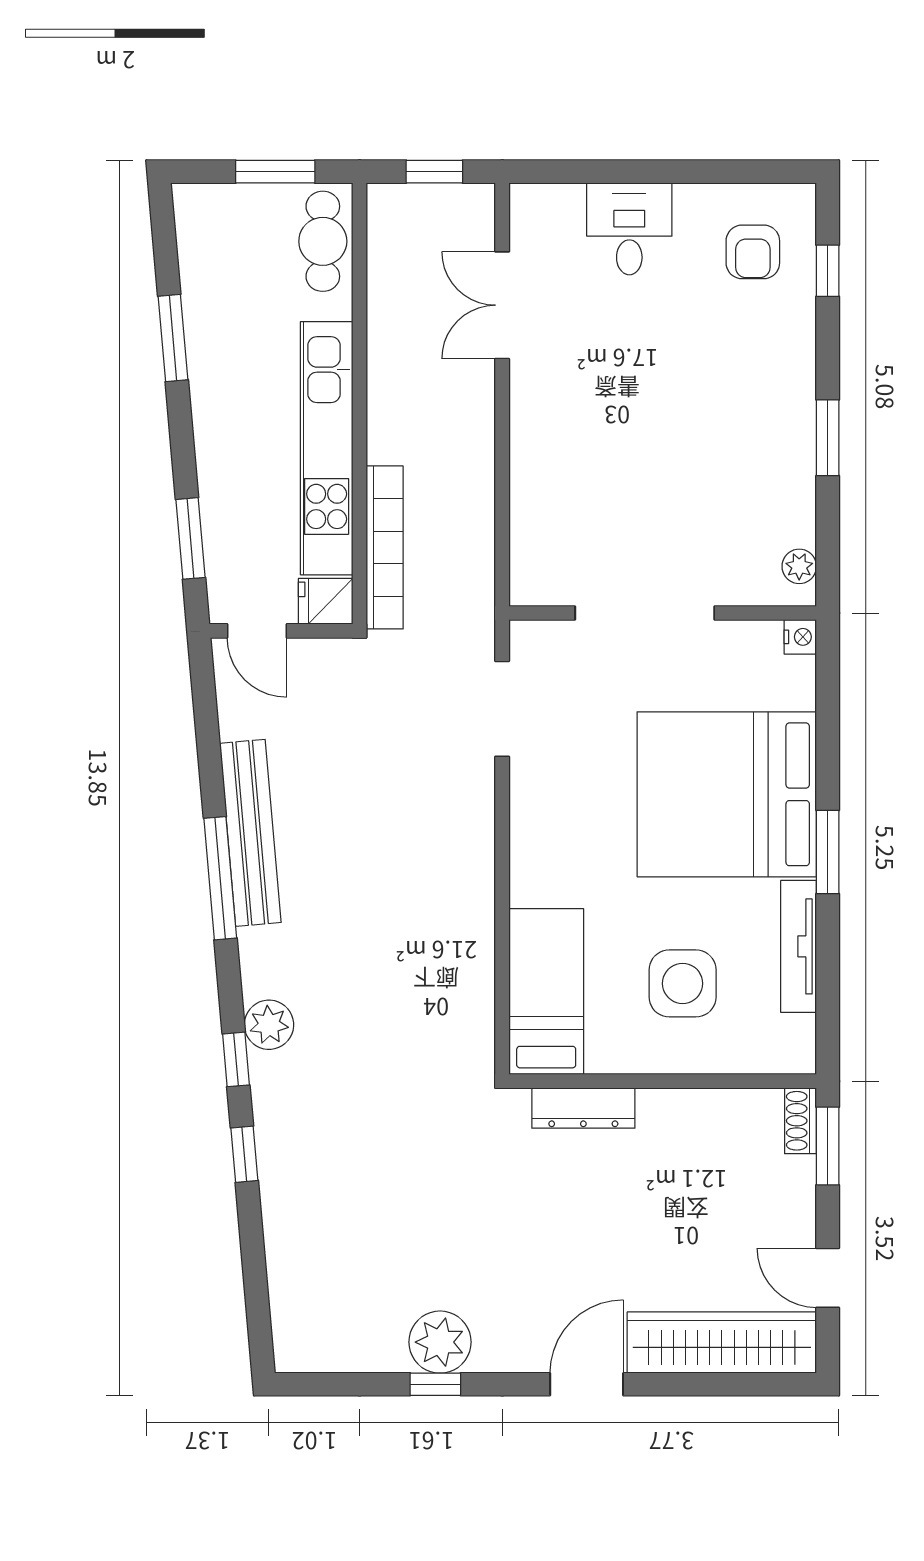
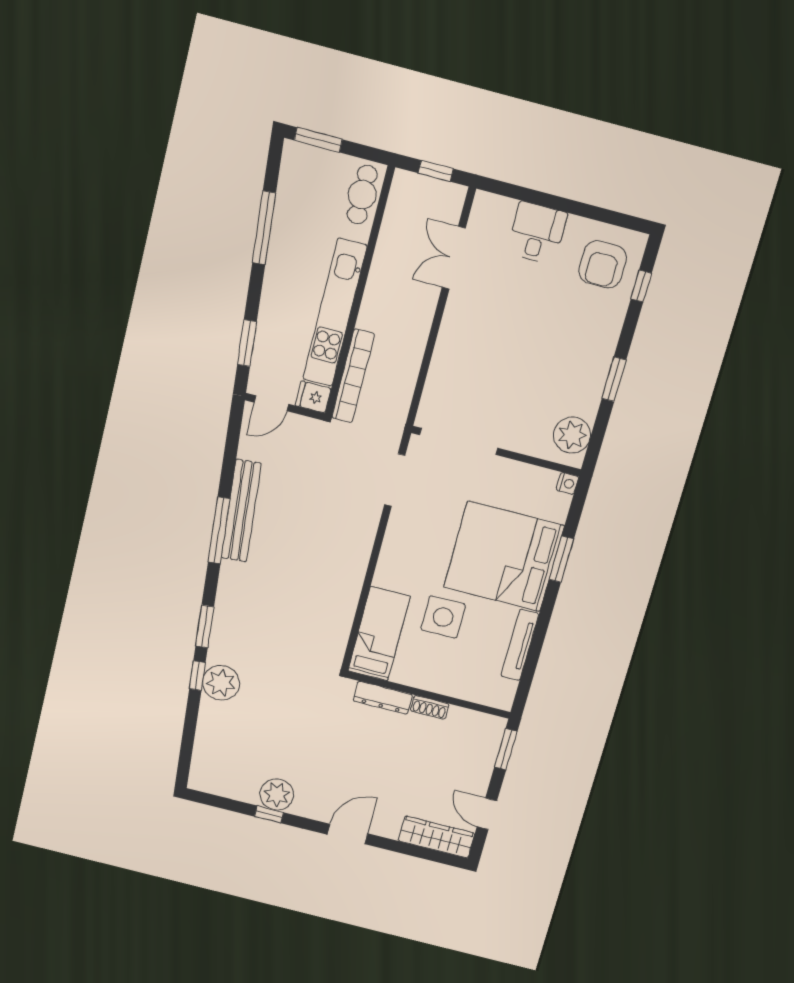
window: (275, 172) -> (318, 140), moved
armchair: (753, 252) -> (603, 264), width x1.38, depth x1.38
window: (173, 338) -> (264, 228), width x1.44
plant: (799, 566) -> (572, 435), width x1.88, depth x1.88
doorway: (645, 613) -> (459, 441), moved
door: (257, 631) -> (271, 403), hinge flipped
window: (828, 852) -> (561, 559), moved
side table: (683, 983) -> (443, 617), moved
plant: (269, 1025) -> (221, 683), moved, width x1.36, depth x1.36
window: (236, 1059) -> (205, 626), width x1.50
shoe rack: (801, 1121) -> (430, 707), moved, turned -90
wardrobe: (722, 1343) -> (436, 837), width x0.71, depth x0.85

